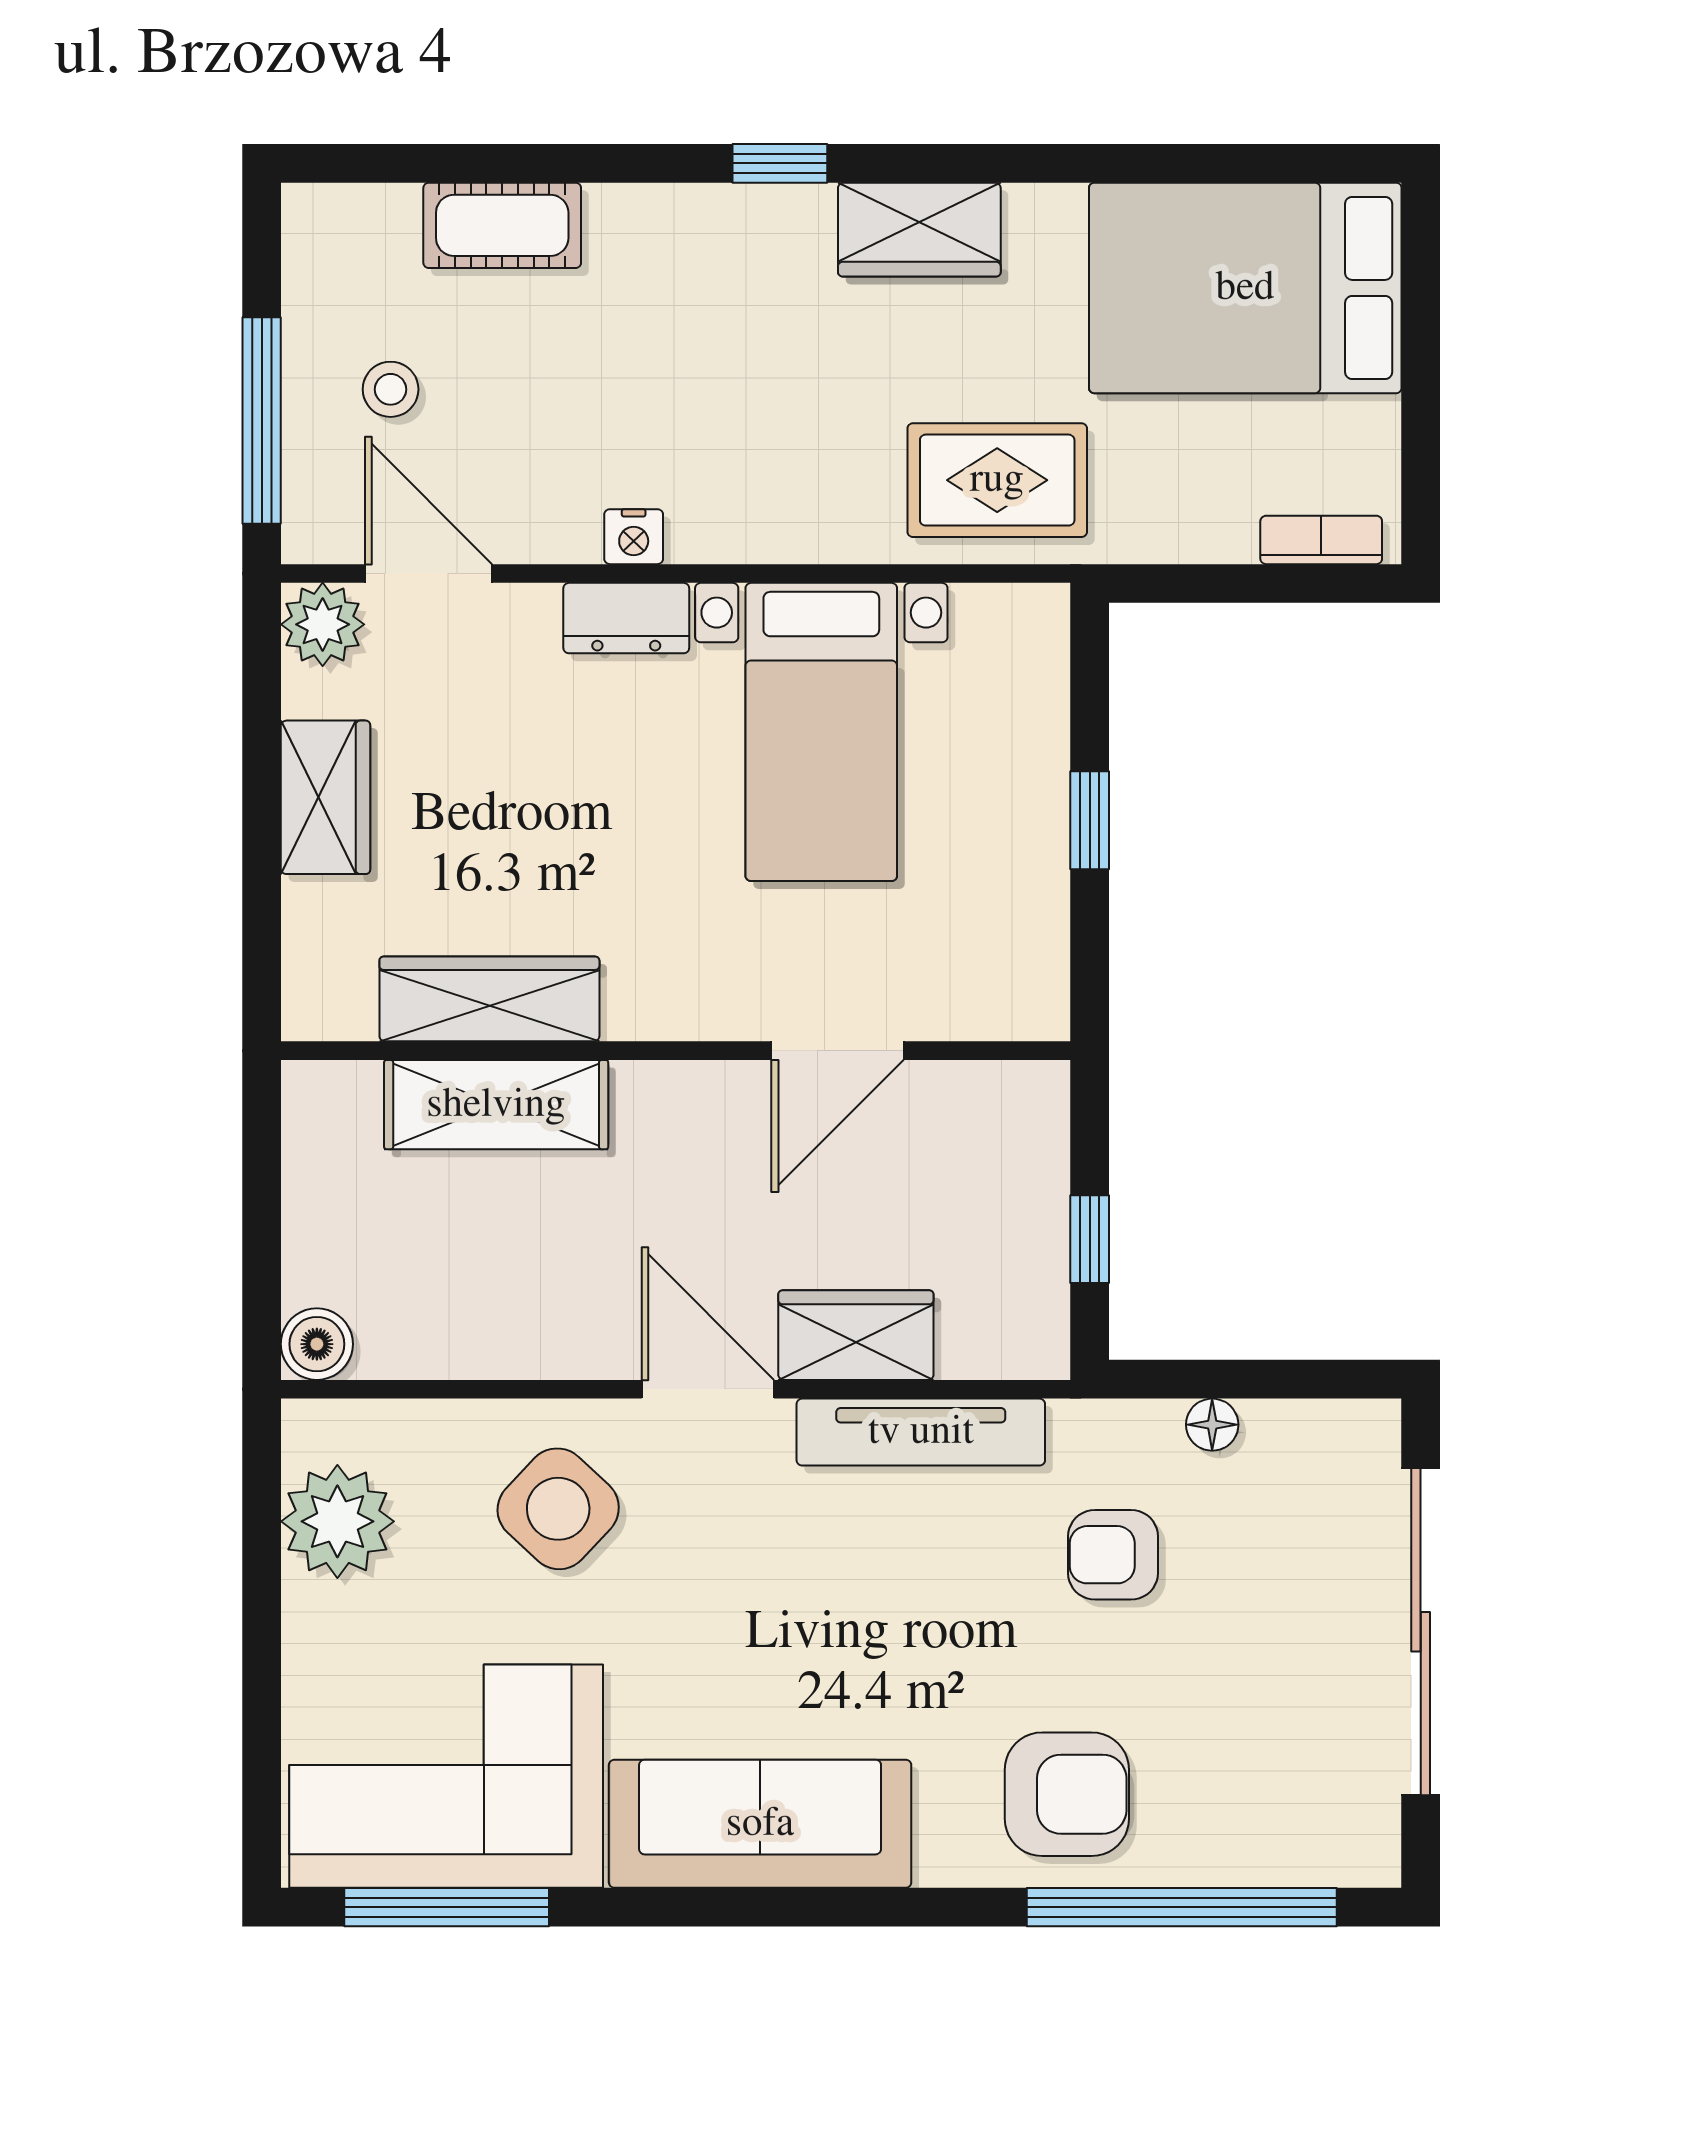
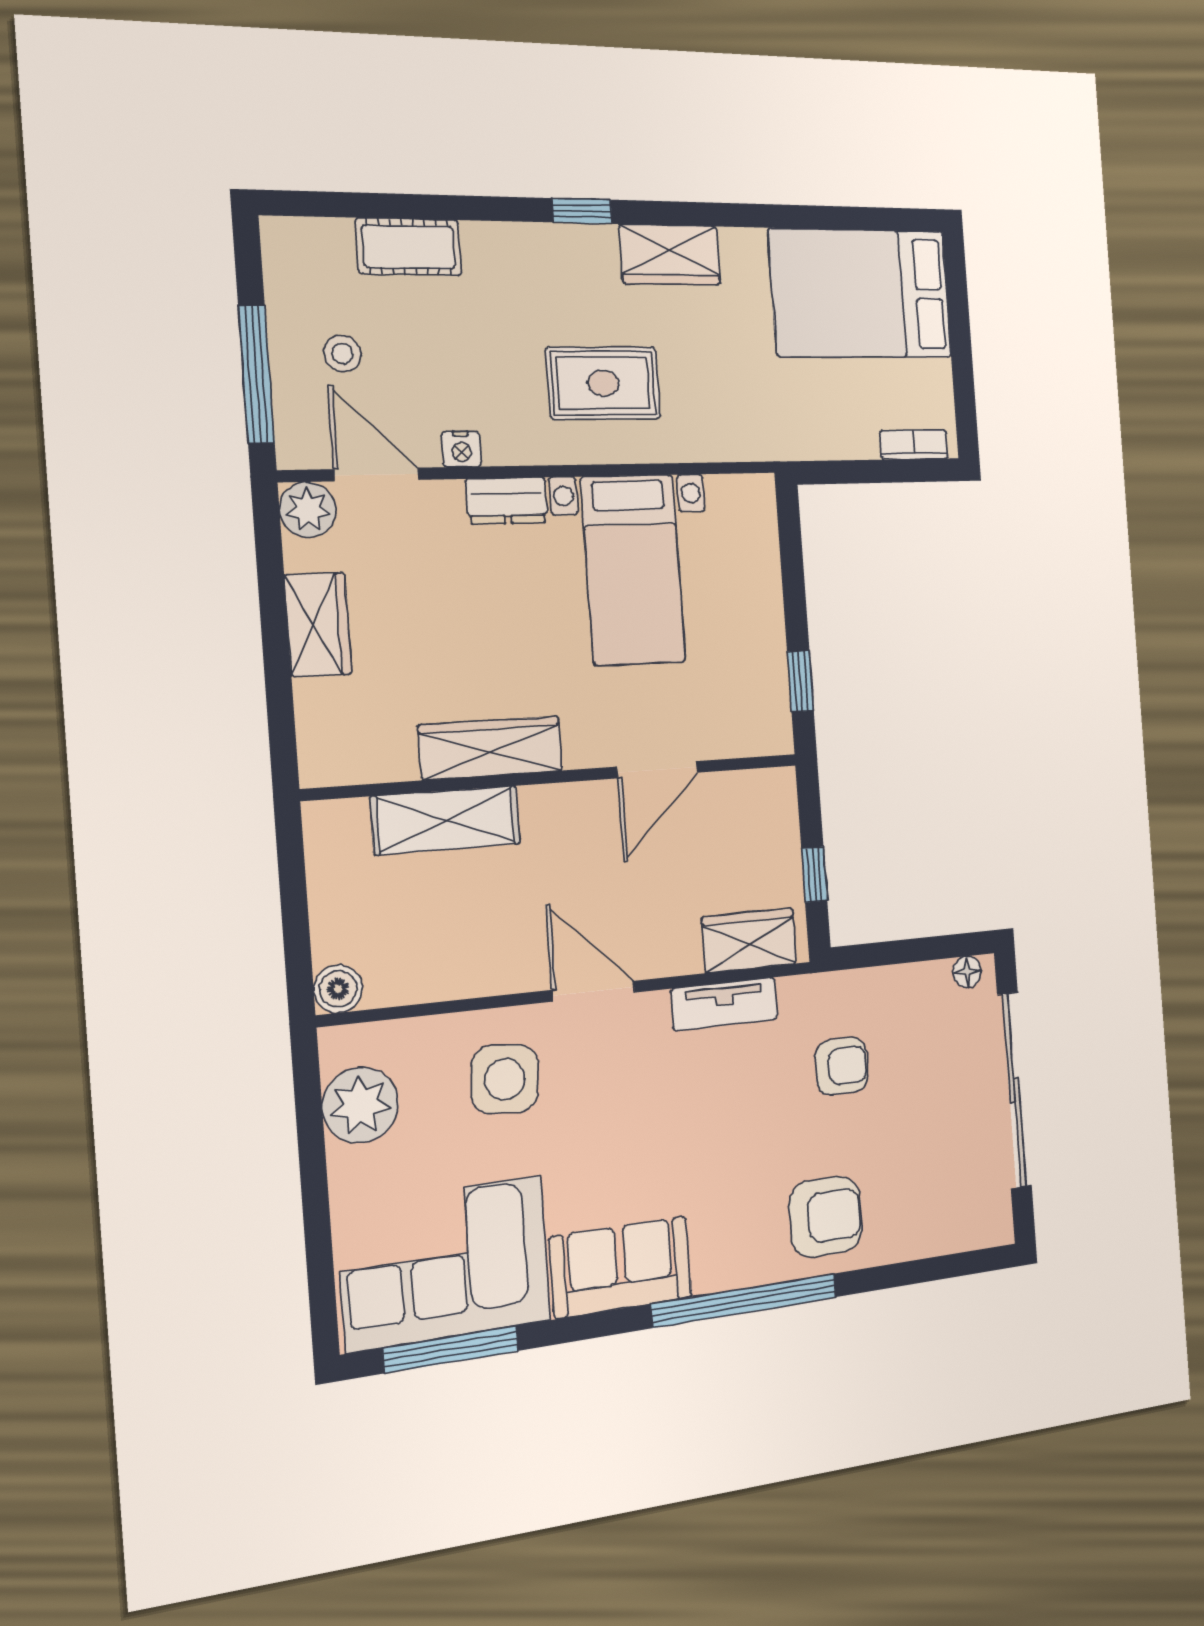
rug: (997, 480) -> (603, 383), moved
nightstand: (634, 537) -> (461, 449), moved
window: (1090, 820) -> (800, 681), moved
wardrobe: (489, 999) -> (491, 748), moved
wardrobe: (856, 1335) -> (749, 940), moved
floor lamp: (1212, 1425) -> (967, 972), moved
tv unit: (921, 1432) -> (724, 1004), width x0.71
side table: (558, 1509) -> (505, 1079), turned -38
armchair: (1113, 1555) -> (841, 1066), turned 180
sofa: (760, 1824) -> (621, 1267), width x0.73
window: (1182, 1907) -> (745, 1300), moved

